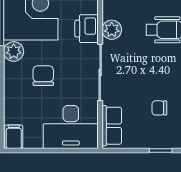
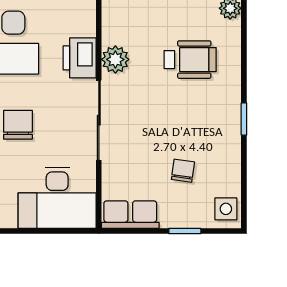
chair: (159, 108) -> (183, 171), turned 98
row of seats: (112, 126) -> (130, 215), moved, turned -90

